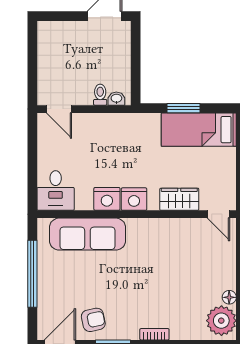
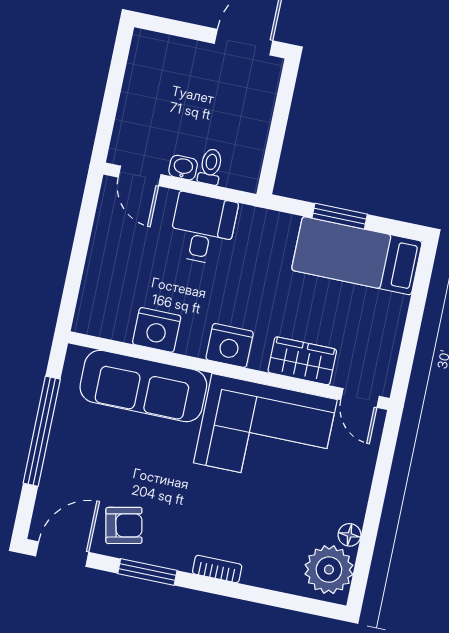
washbasin: (116, 99) -> (183, 168), moved
desk: (56, 191) -> (203, 229), moved, turned 180
nightstand: (107, 199) -> (157, 330), moved
corner sofa: (166, 246) -> (265, 431), added

